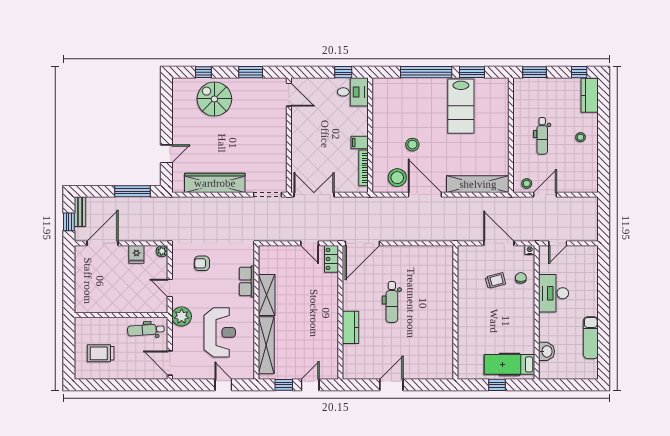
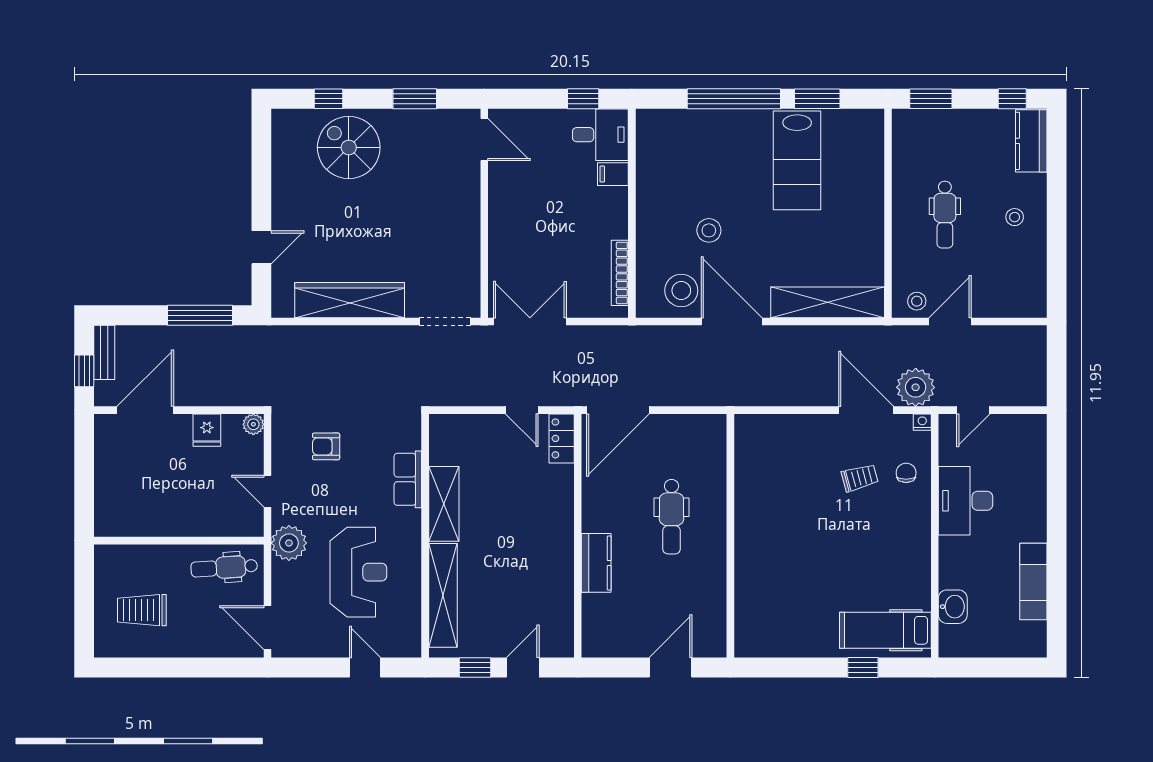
filing cabinet: (360, 143) -> (613, 174), moved
plant: (526, 231) -> (916, 387), added
wall: (455, 312) -> (730, 536), moved

